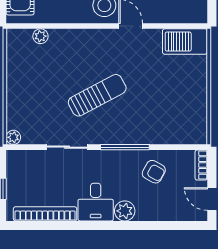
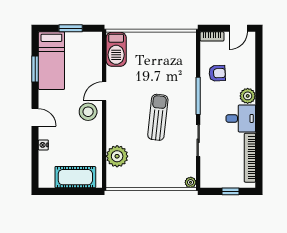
plant: (40, 36) -> (117, 156), width x1.88, depth x1.88
sun lounger: (97, 95) -> (158, 117), turned 34
armchair: (154, 172) -> (217, 73), turned 58

